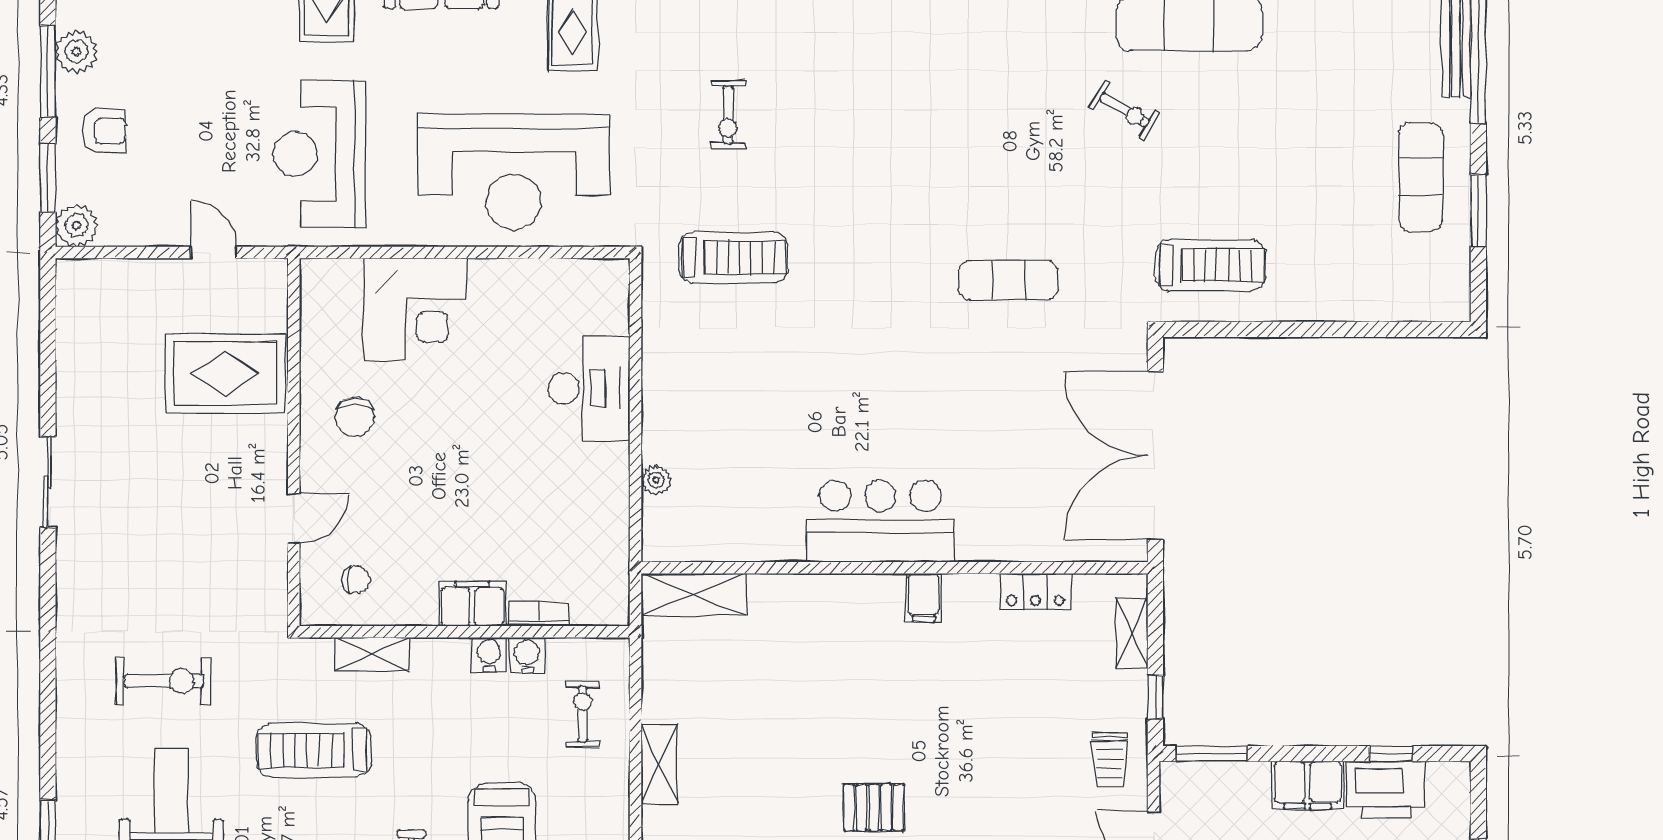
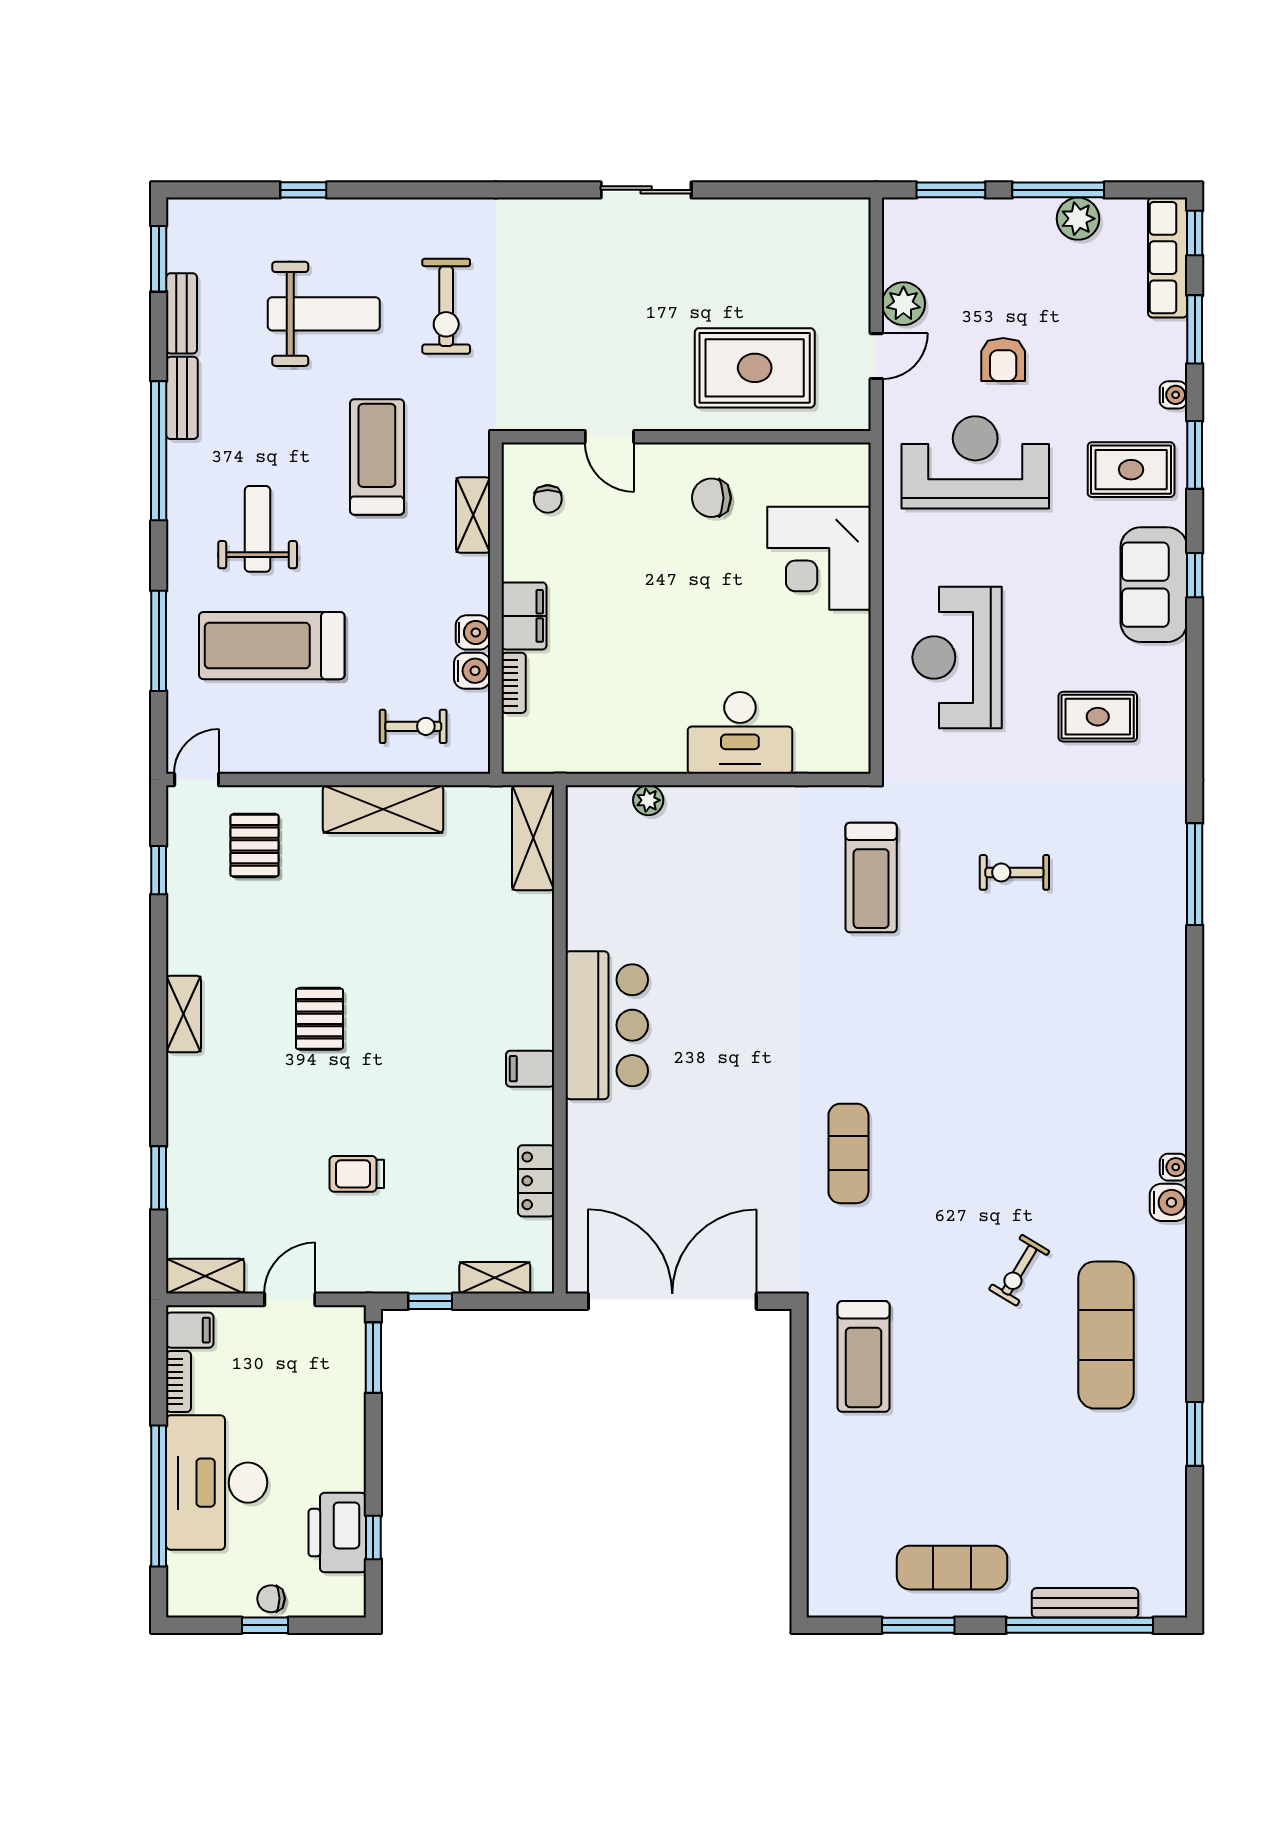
armchair: (104, 131) -> (1003, 360), moved
reception desk: (514, 172) -> (957, 657), width x0.74, depth x0.77
plant: (77, 225) -> (903, 304), moved
rug: (225, 374) -> (755, 368), turned 90
trolley: (1110, 760) -> (357, 1174), moved
shelving: (659, 764) -> (383, 809), width x1.50, depth x1.33
filing cabinet: (1308, 785) -> (342, 1454), removed

